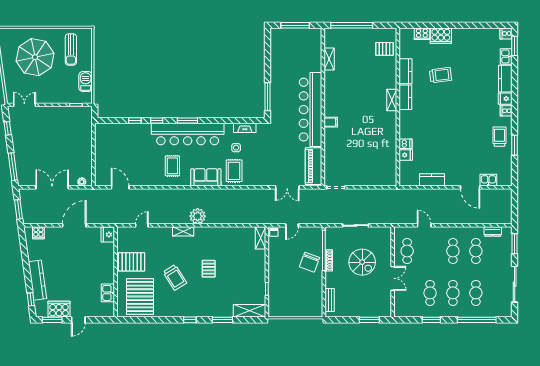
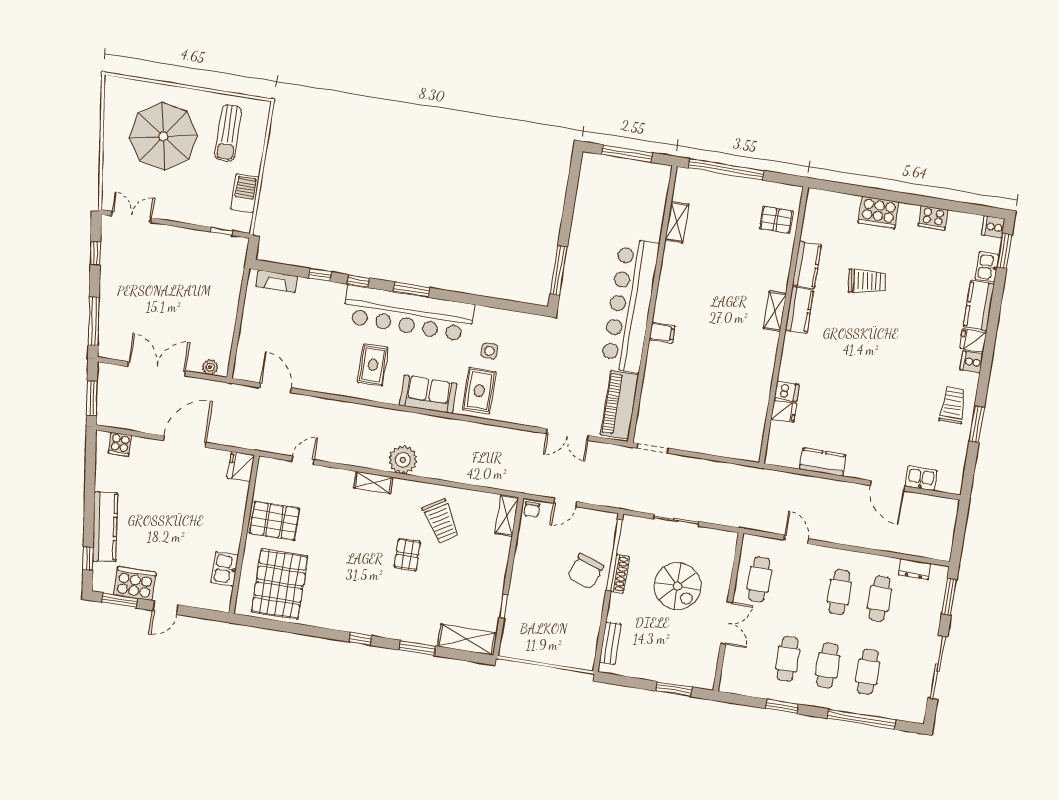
cooker: (422, 34) -> (933, 218), moved
fireplace: (245, 128) -> (277, 281), moved
trolley: (175, 277) -> (441, 521), moved

